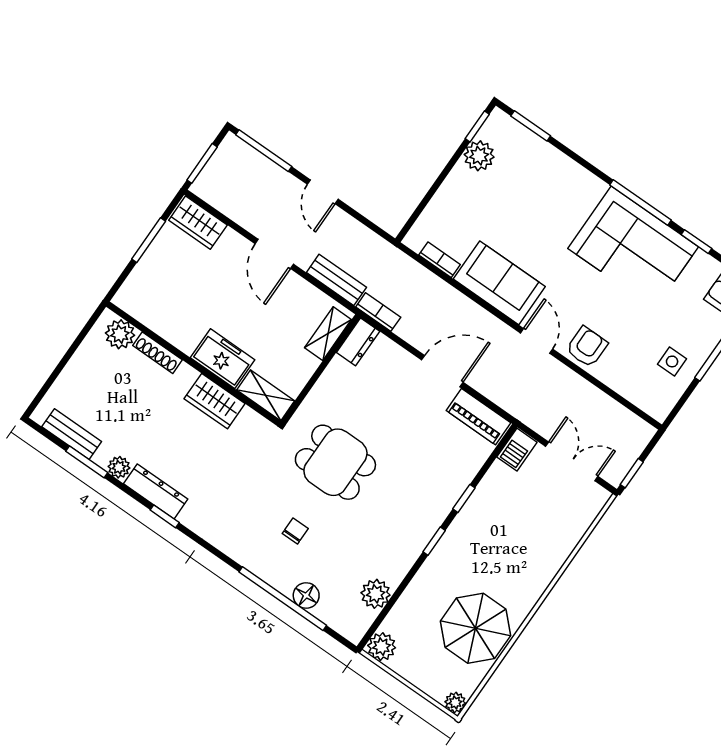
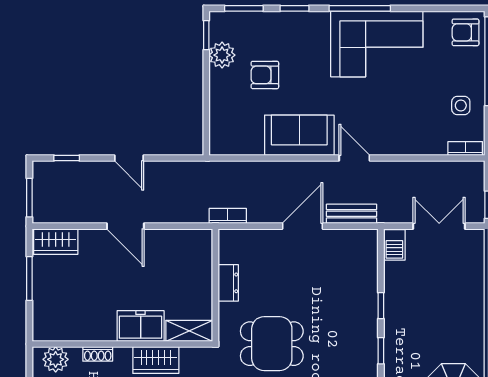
window: (264, 151) -> (67, 158), width x0.46
window: (696, 242) -> (295, 8), moved
bookcase: (440, 260) -> (465, 148), moved
bench: (336, 280) -> (351, 214), moved
shelving: (328, 334) -> (203, 256), removed
dresser: (358, 342) -> (228, 283), moved
armchair: (587, 347) -> (265, 75), moved, turned -90
shoe rack: (158, 353) -> (98, 354), width x0.70
piano: (479, 417) -> (351, 240), removed

